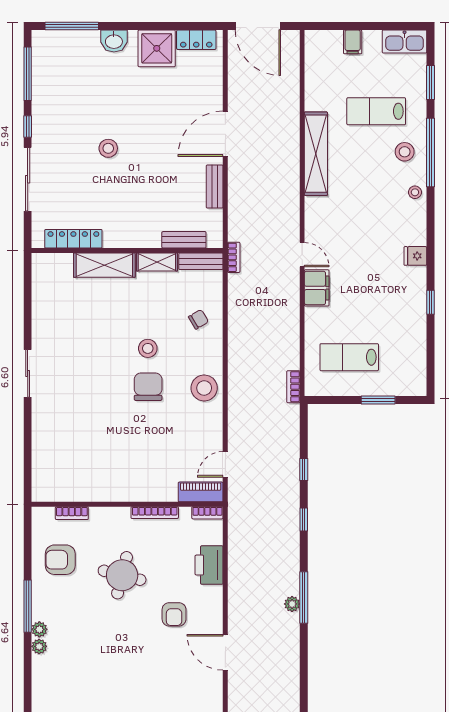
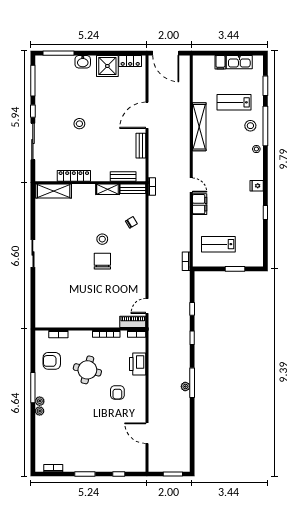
kitchen sink: (405, 42) -> (239, 62), moved
locker: (73, 239) -> (74, 176), moved
shelving: (104, 265) -> (54, 191), moved
stool: (204, 388) -> (135, 262), removed
door: (225, 652) -> (147, 433), moved

